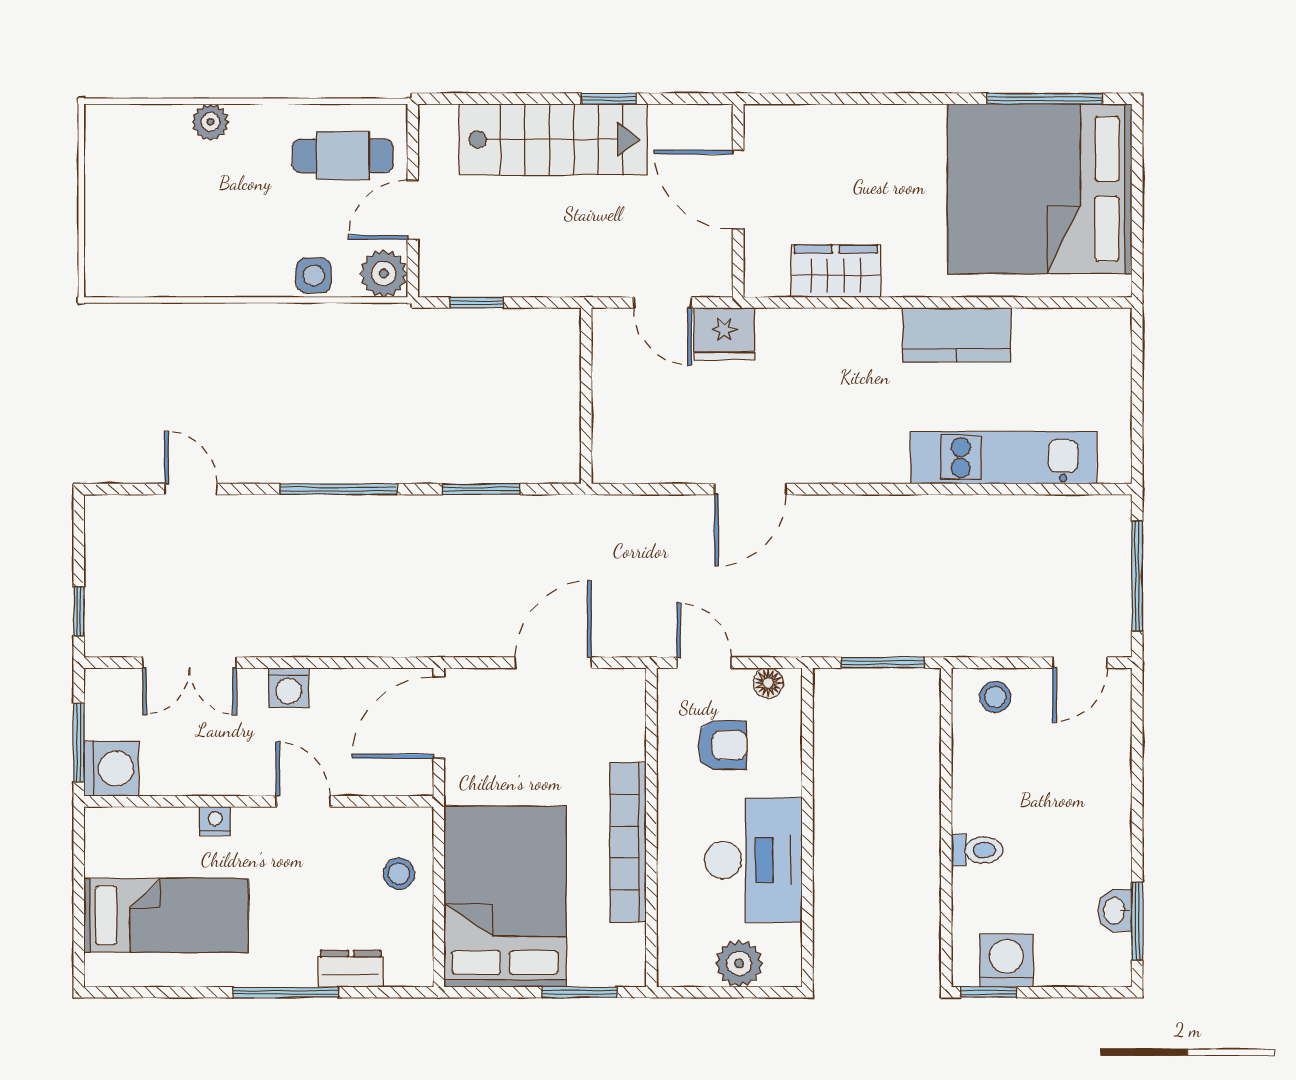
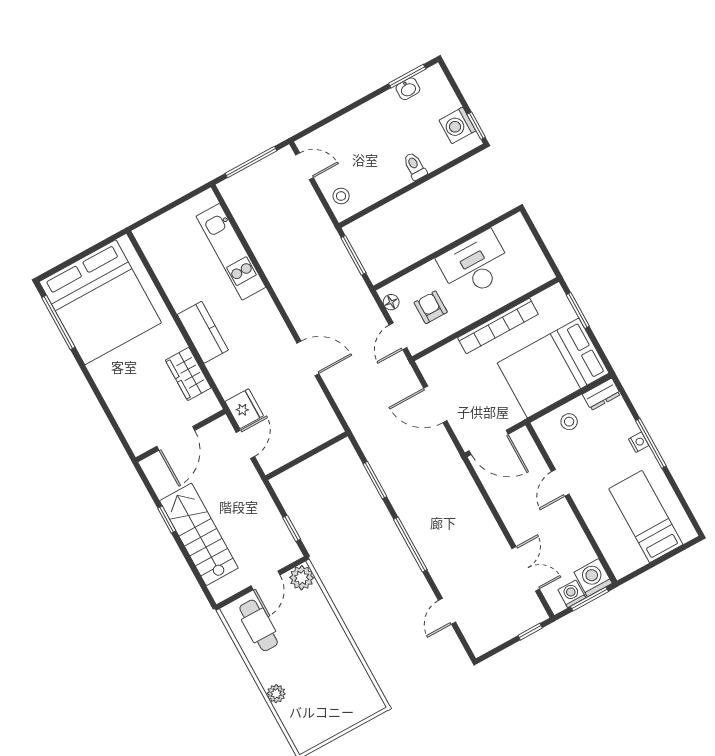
door: (413, 210) -> (266, 580), hinge flipped
side table: (314, 275) -> (320, 609), removed
kitchen counter: (957, 335) -> (203, 332), moved
washing machine: (289, 688) -> (572, 594), moved, turned -90
nightstand: (215, 821) -> (639, 442), moved, turned 180
plant: (739, 963) -> (525, 246), removed
dresser: (351, 969) -> (602, 394), moved, turned -90

